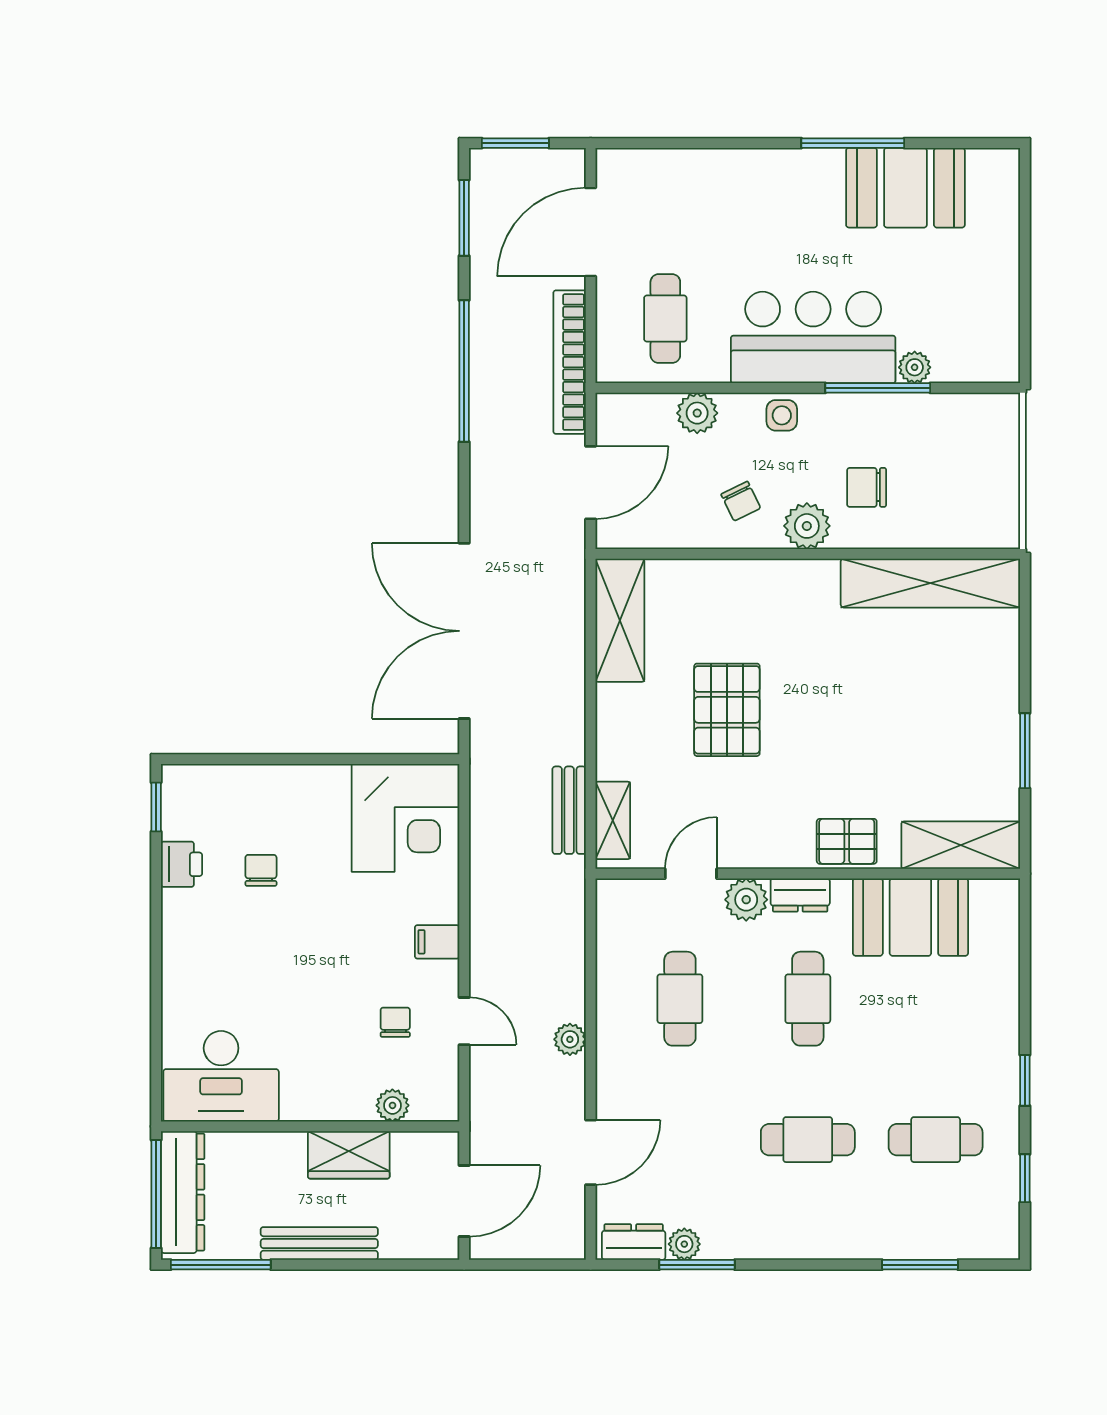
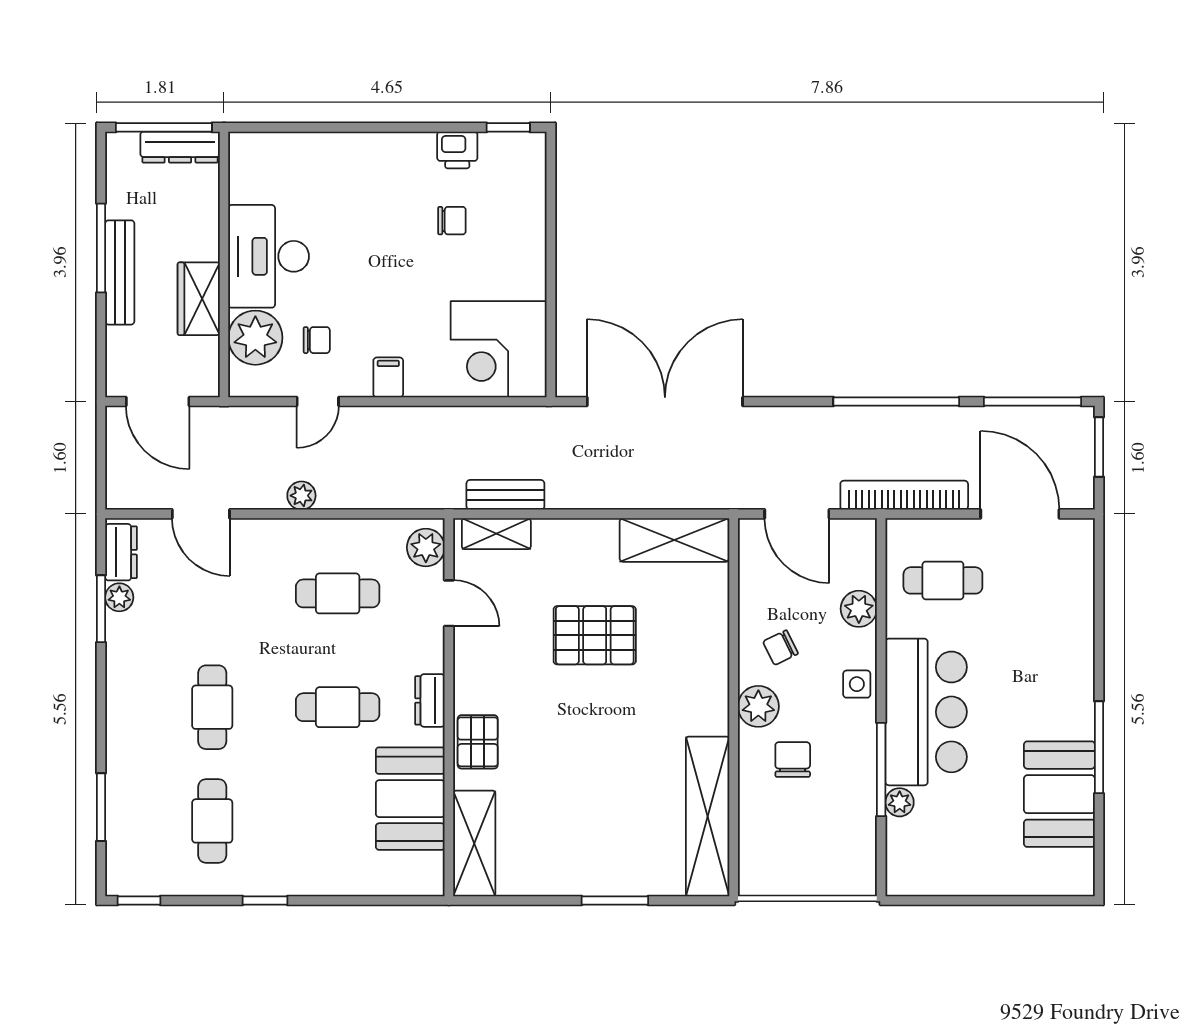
window: (464, 218) -> (1033, 401), width x1.44
window: (1025, 751) -> (615, 900), moved
plant: (746, 900) -> (426, 547), moved
desk: (221, 1076) -> (269, 256), moved
plant: (392, 1105) -> (255, 338), width x1.87, depth x1.87
window: (1025, 1178) -> (139, 900), moved
dresser: (183, 1192) -> (180, 147), width x0.73, depth x0.80
window: (221, 1265) -> (101, 248), moved

